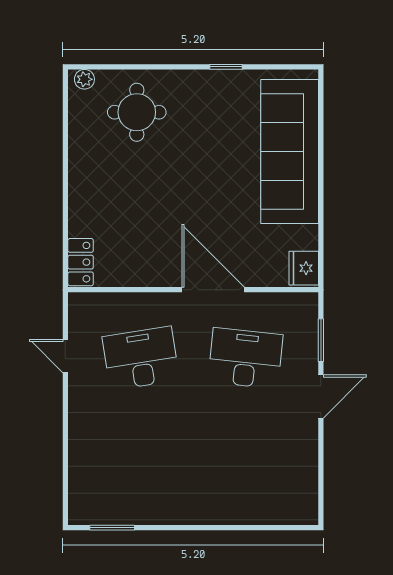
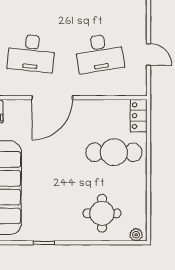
cafe table: (118, 206) -> (114, 152), added
door: (213, 290) -> (52, 98), hinge flipped

